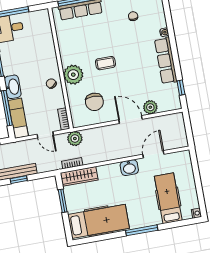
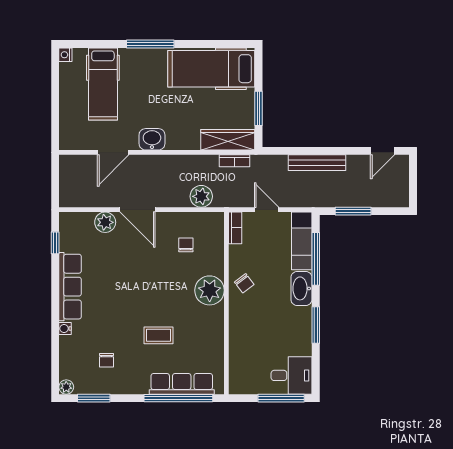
coffee table: (105, 63) -> (159, 335), moved
chair: (94, 102) -> (186, 245), width x0.54, depth x0.54
plant: (75, 138) -> (201, 196), moved
window: (19, 180) -> (317, 151), removed

